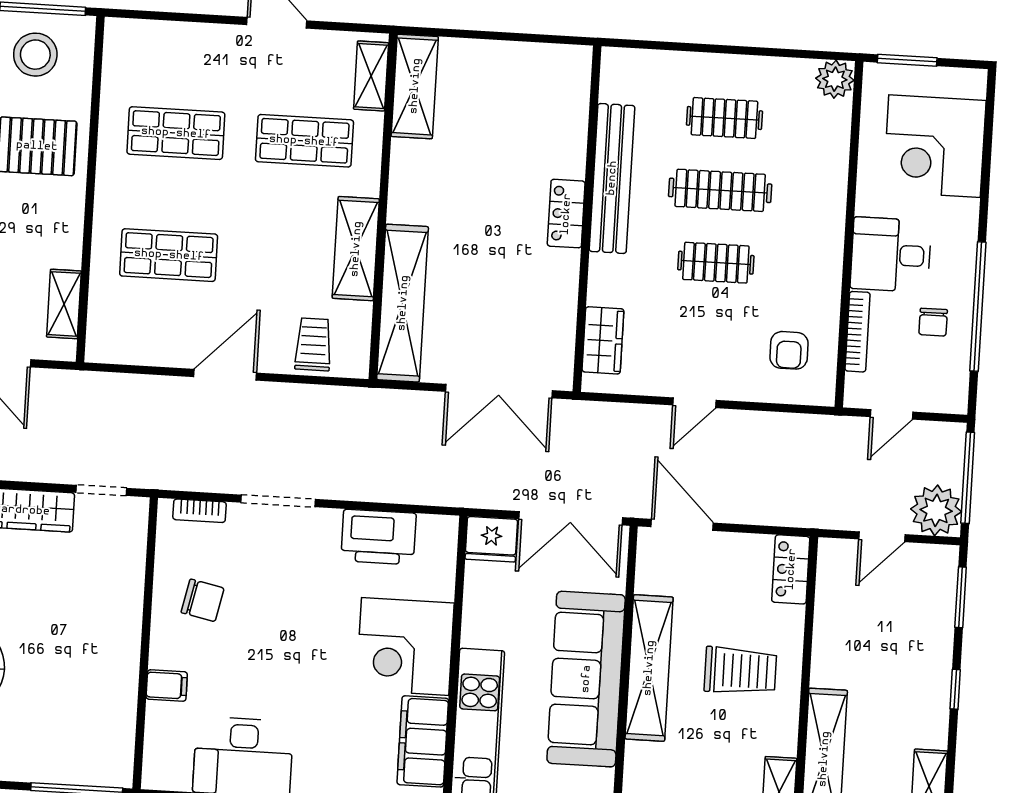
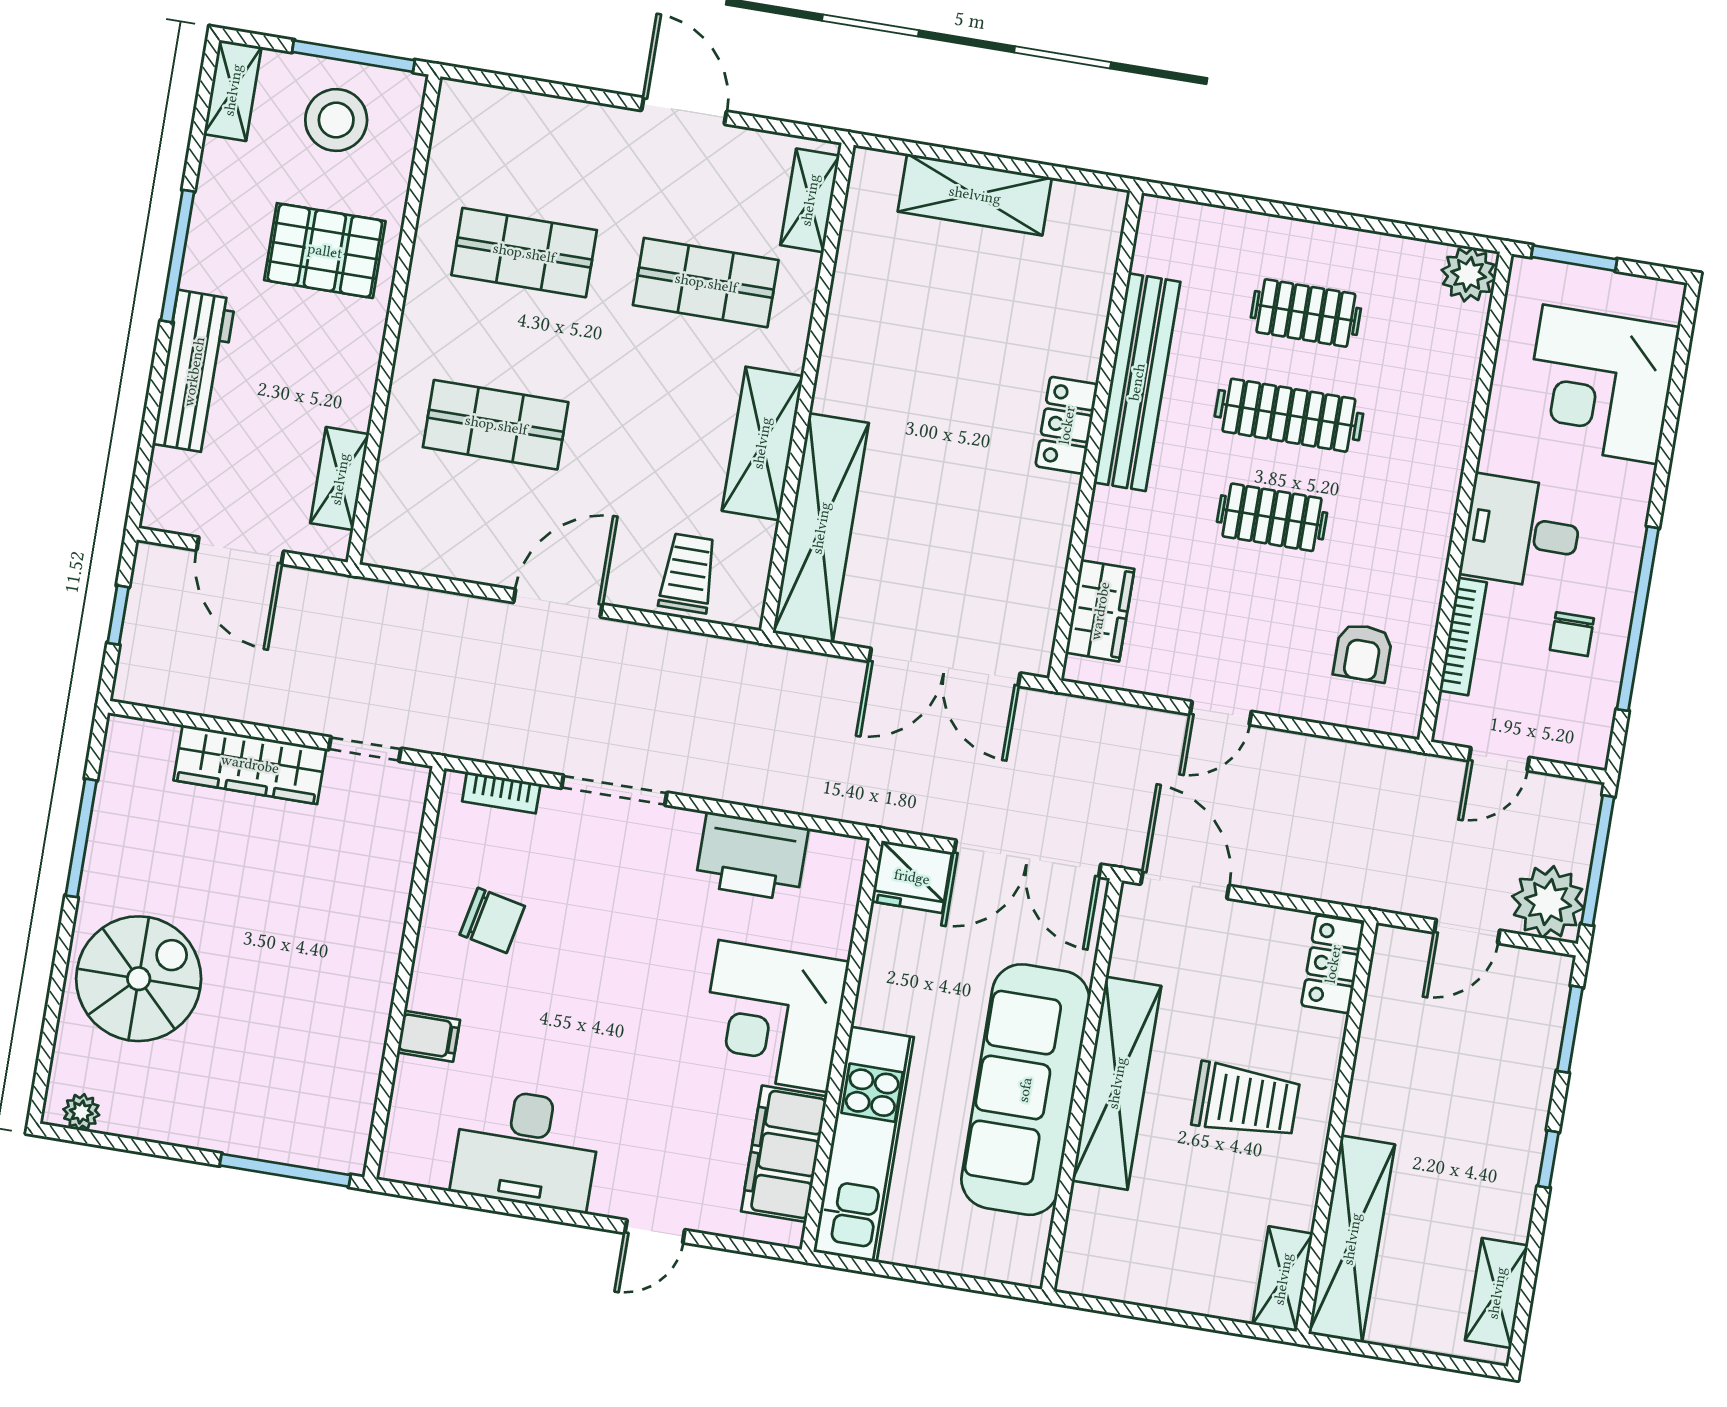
shelving: (415, 86) -> (975, 195), moved, turned 90

